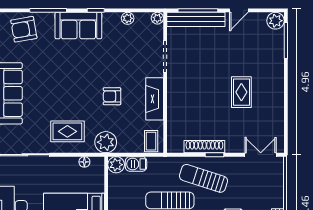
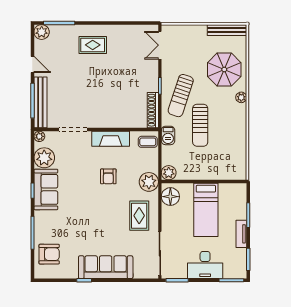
plant: (128, 18) -> (44, 158), width x1.88, depth x1.88
sofa: (78, 26) -> (46, 189), moved
armchair: (24, 29) -> (49, 254), turned -80
rug: (241, 92) -> (93, 45), moved
shoe rack: (204, 147) -> (153, 110), moved
floor lamp: (84, 162) -> (170, 197), width x1.89, depth x1.89
barbecue: (136, 164) -> (168, 135), moved

